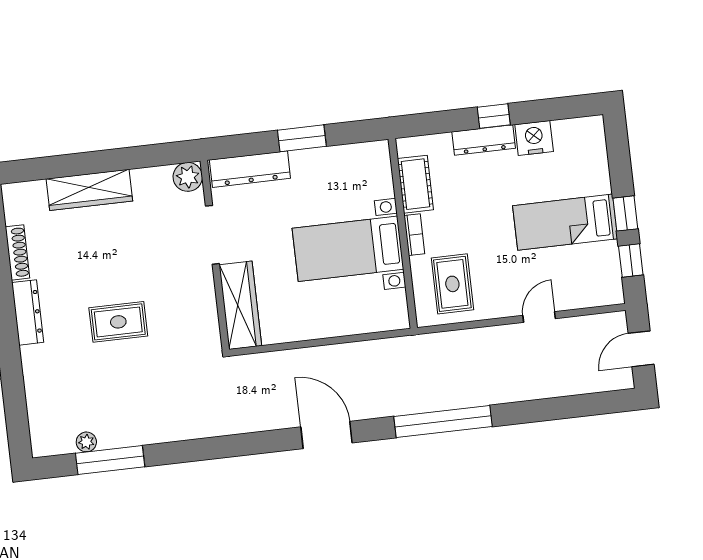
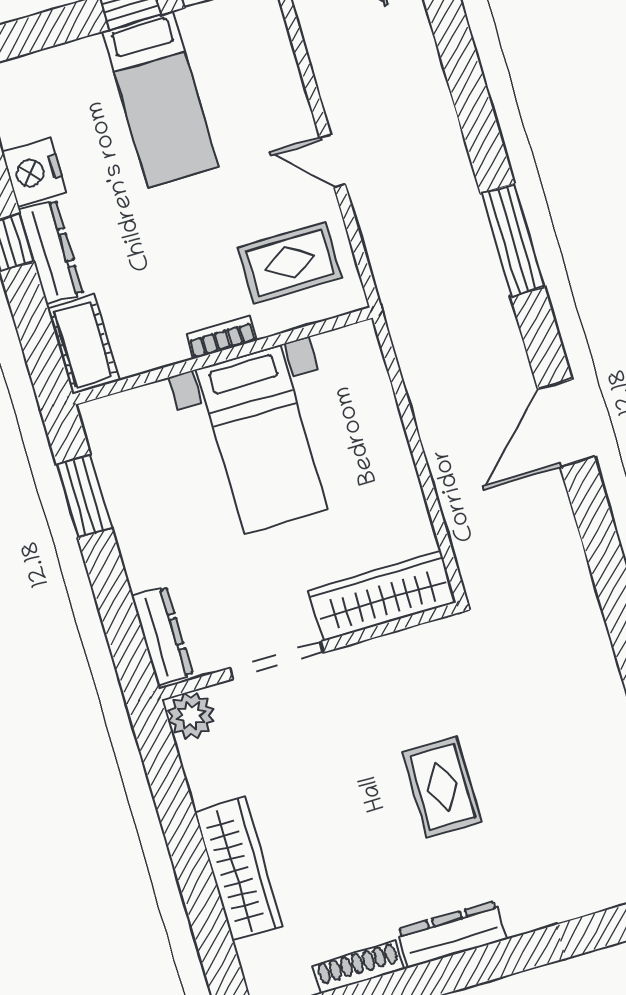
window: (302, 138) -> (84, 496), moved
dresser: (250, 169) -> (162, 636), width x0.73, depth x0.80
cot: (415, 184) -> (83, 345), moved, turned 90
door: (539, 317) -> (333, 161), moved
window: (443, 421) -> (513, 240), width x0.68

